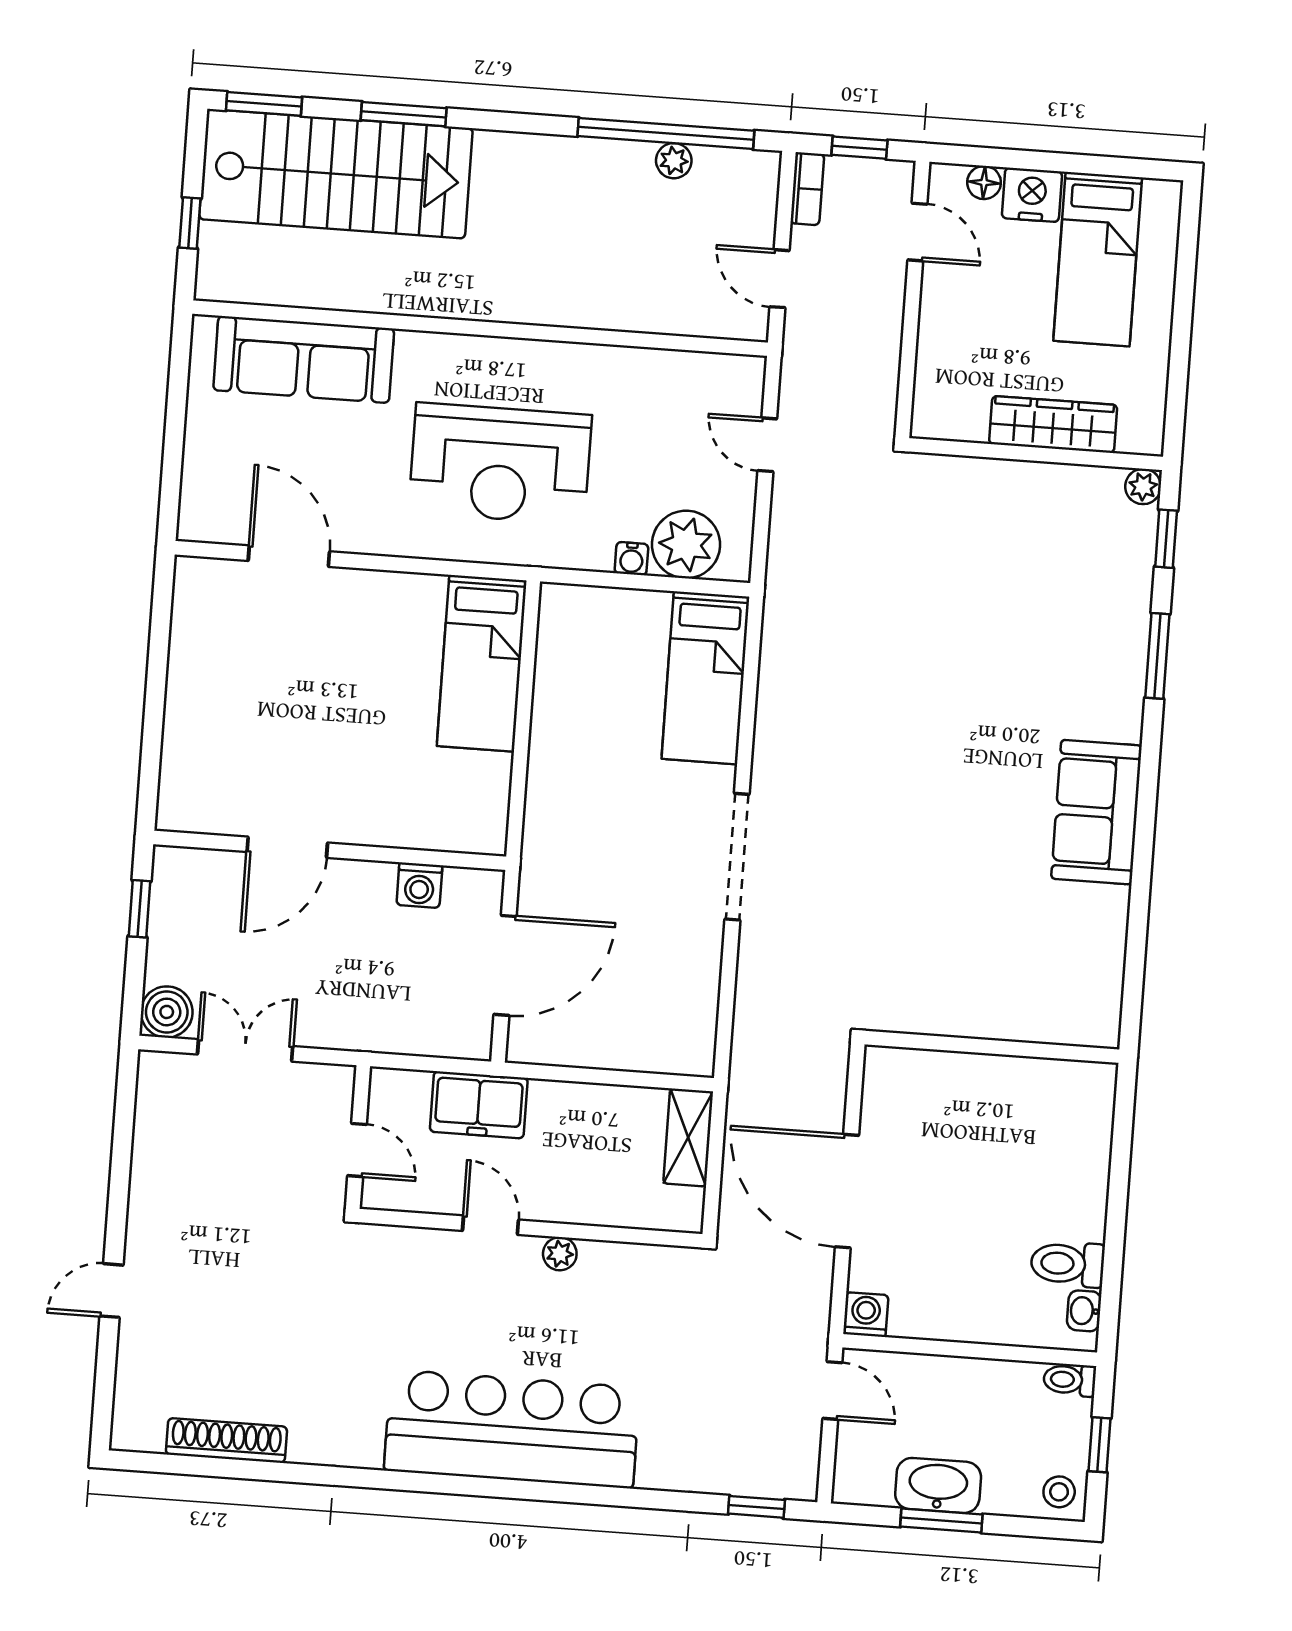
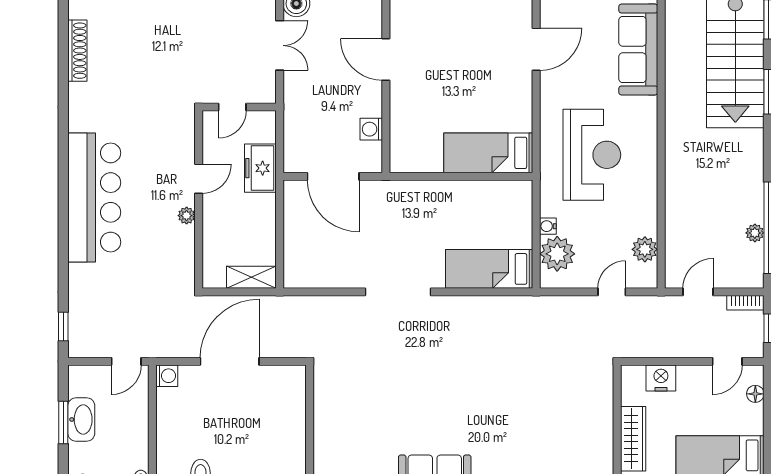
nightstand: (1032, 195) -> (661, 378), moved, turned -90
plant: (690, 375) -> (645, 249), added
reception desk: (500, 464) -> (592, 155), turned 180

